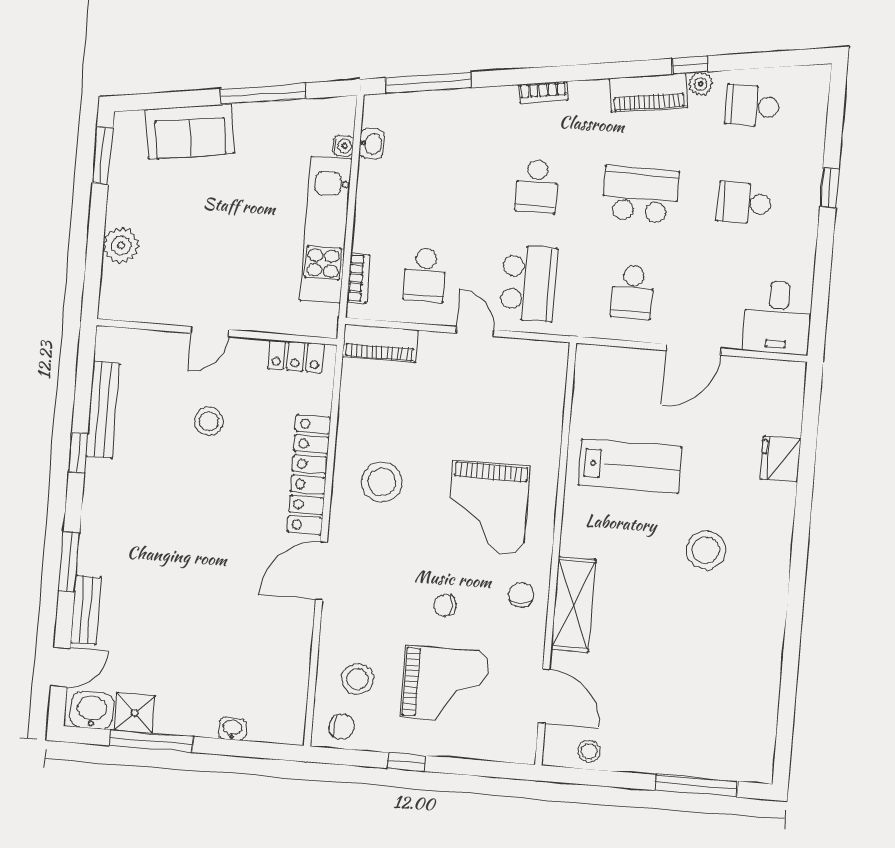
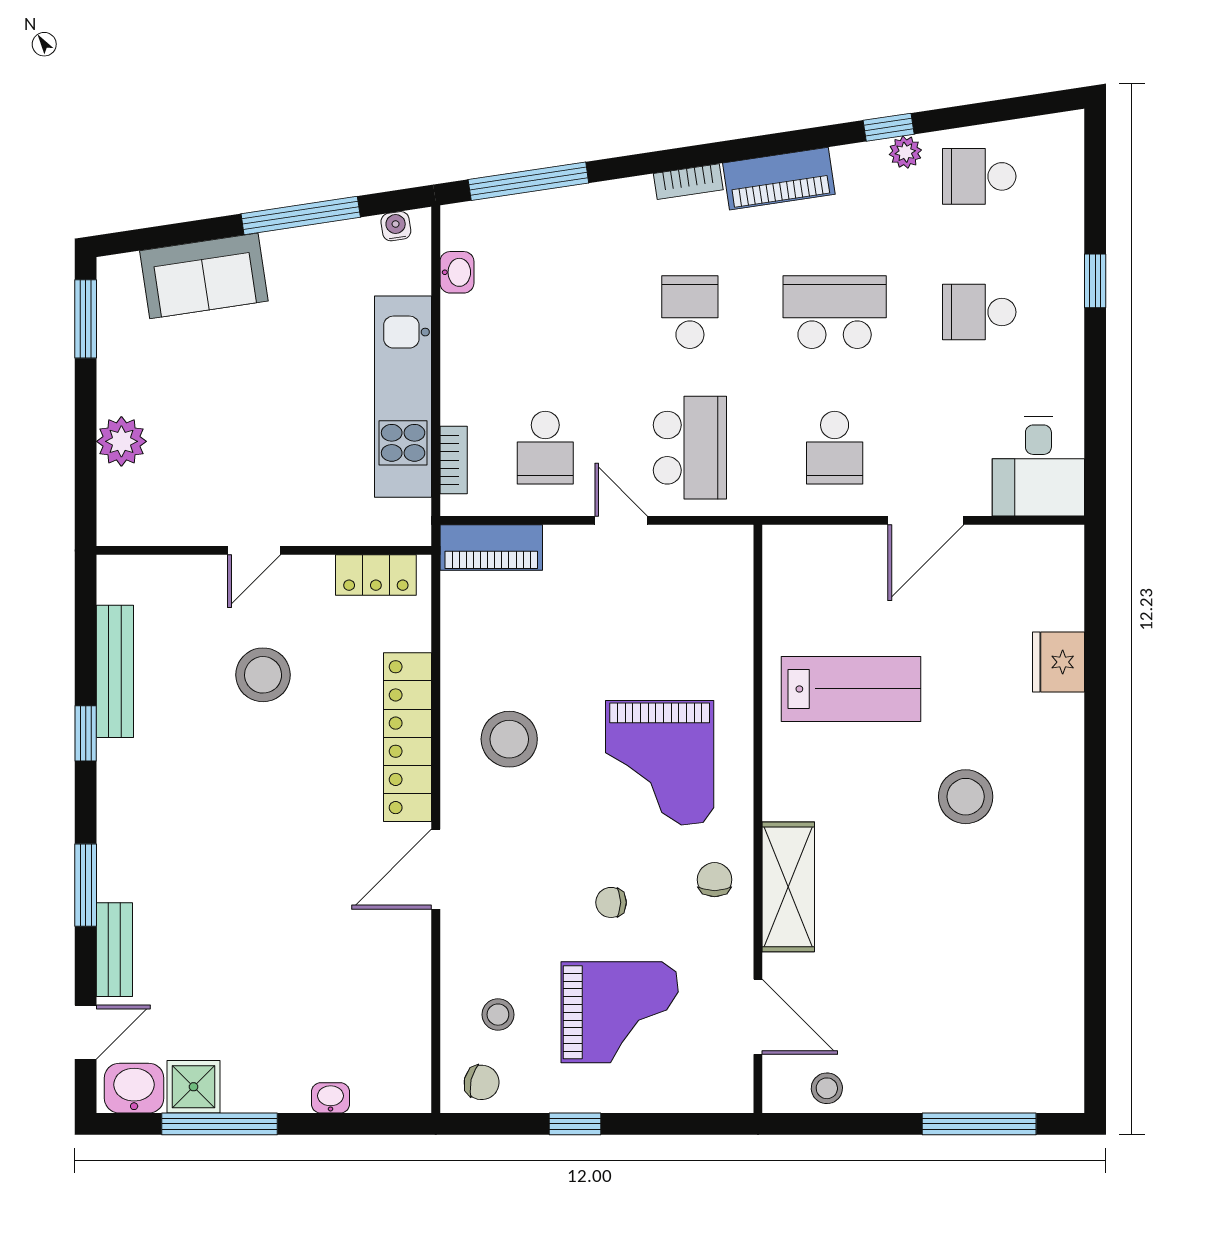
piano: (648, 93) -> (779, 179), moved
water cooler: (343, 146) -> (396, 226), moved, turned -99
school desk: (537, 186) -> (690, 312), turned 180
stool: (209, 421) -> (263, 675), width x1.38, depth x1.38
stool: (357, 679) -> (498, 1015), width x0.73, depth x0.73

